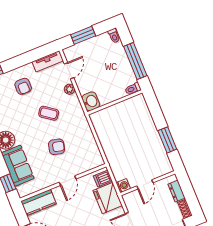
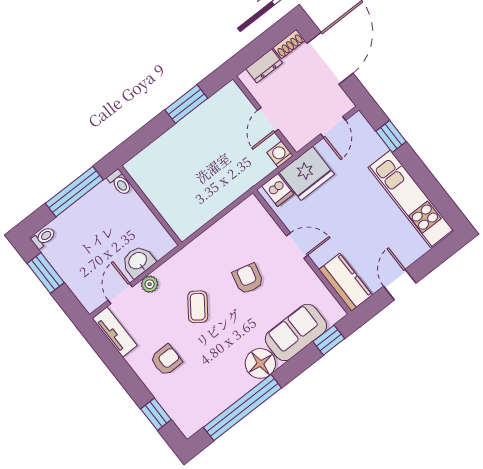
window: (83, 35) -> (46, 273), moved
door: (69, 71) -> (120, 293), hinge flipped
washbasin: (91, 101) -> (138, 261), moved
door: (145, 184) -> (268, 120), swing flipped

